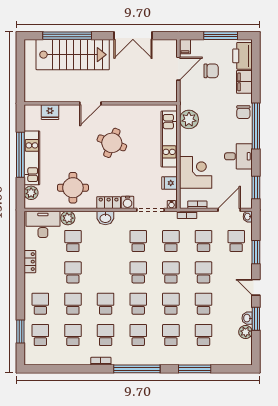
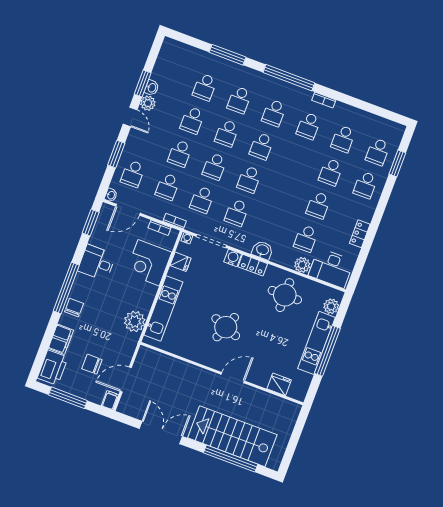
school desk: (106, 304) -> (296, 159), removed
plant: (246, 332) -> (148, 103), moved

